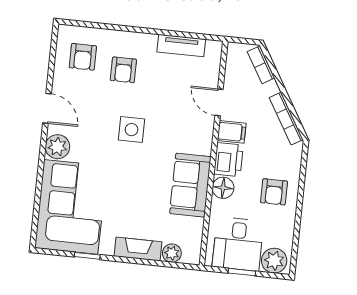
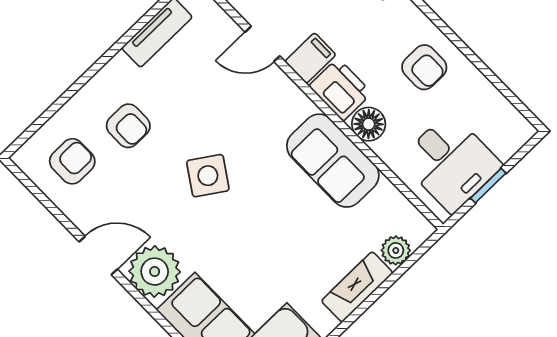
armchair: (83, 57) -> (72, 161), turned -90
side table: (131, 130) -> (208, 176), turned 34
plant: (57, 147) -> (155, 272), width x1.36, depth x1.36
plant: (274, 261) -> (507, 136), removed

